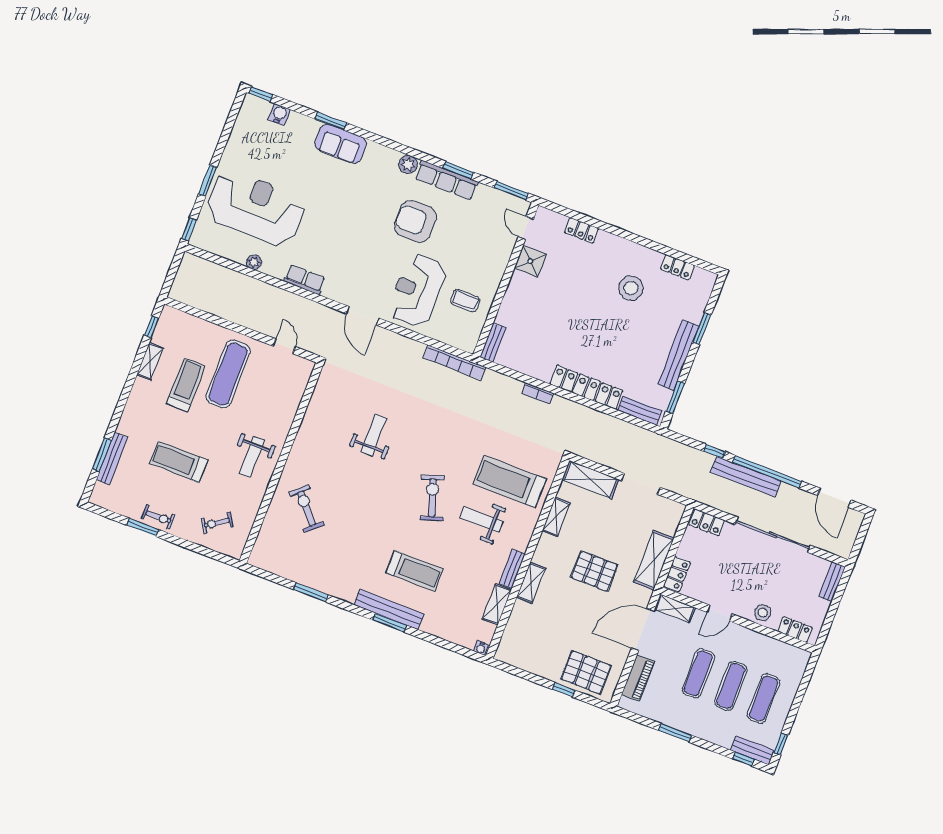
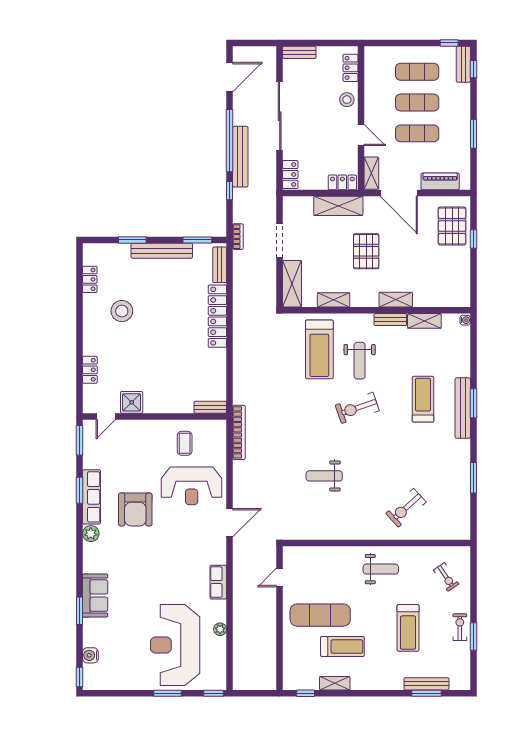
treadmill: (186, 385) -> (342, 646), turned 180
bookcase: (538, 393) -> (238, 237), moved

